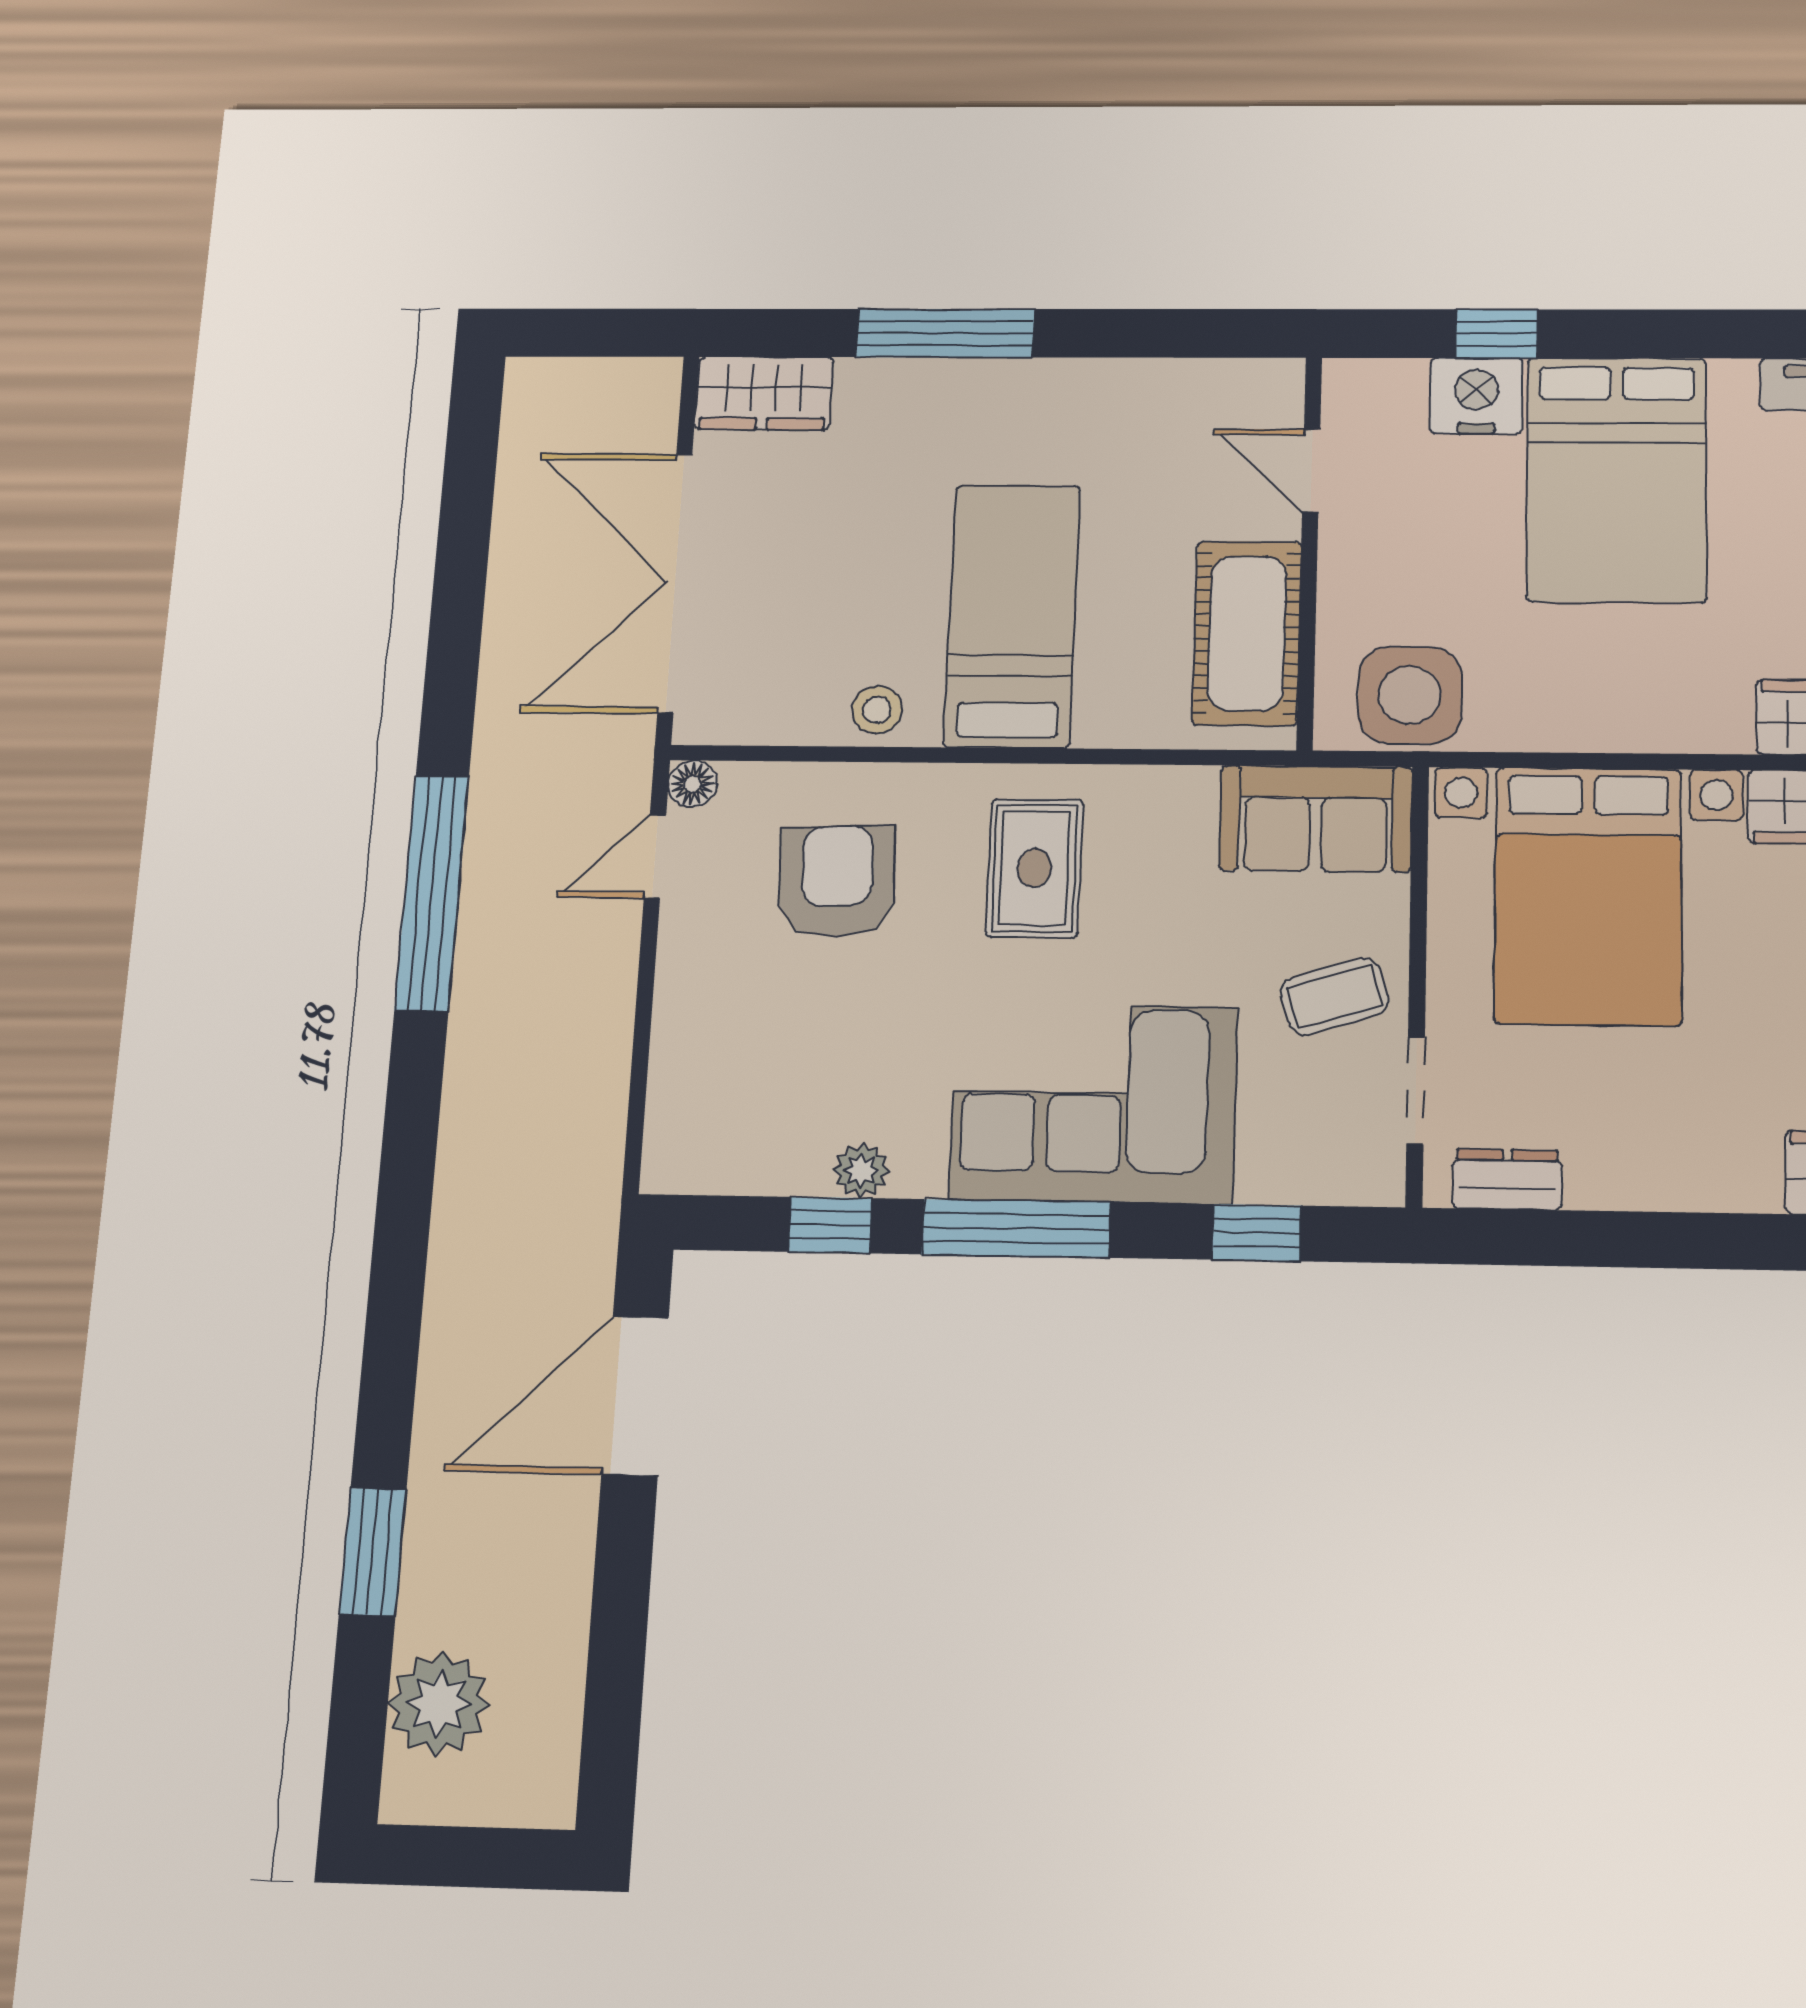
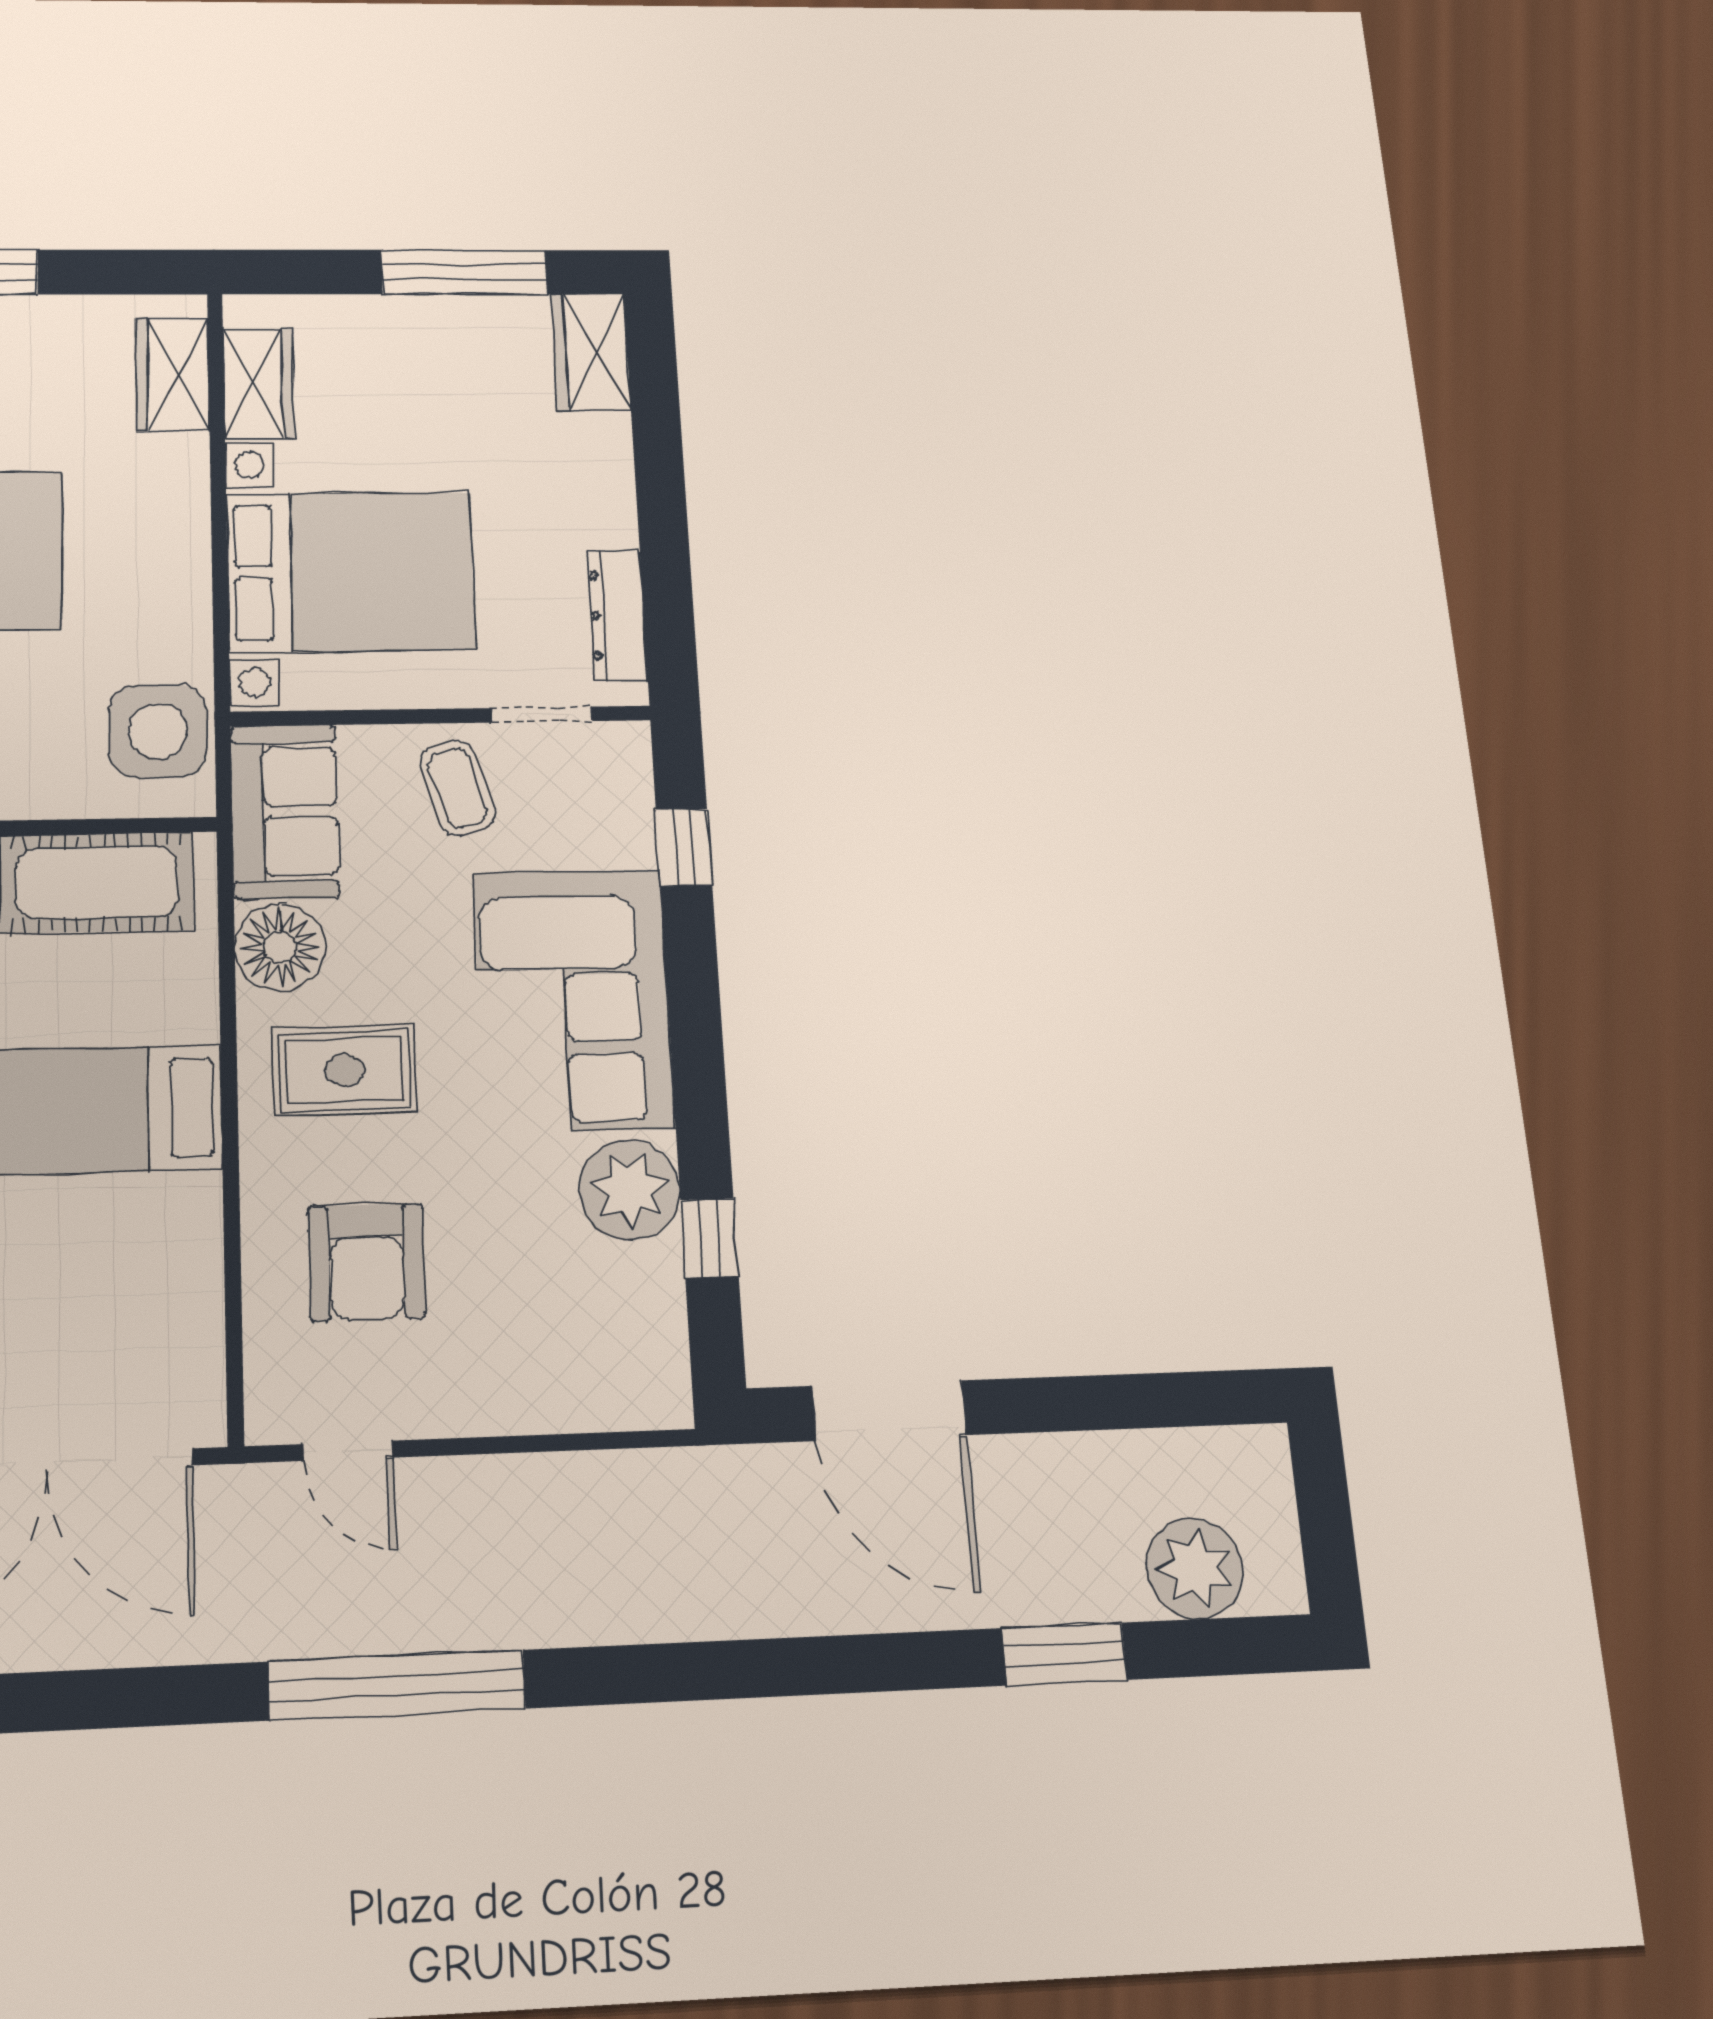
stool: (877, 710) -> (184, 1238), removed
floor lamp: (693, 784) -> (280, 947), moved, width x1.89, depth x1.89
armchair: (837, 881) -> (367, 1262), turned -88
plant: (861, 1170) -> (630, 1190), width x1.87, depth x1.87
dresser: (1507, 1179) -> (617, 615), width x1.44
window: (1016, 1228) -> (698, 1063), removed

